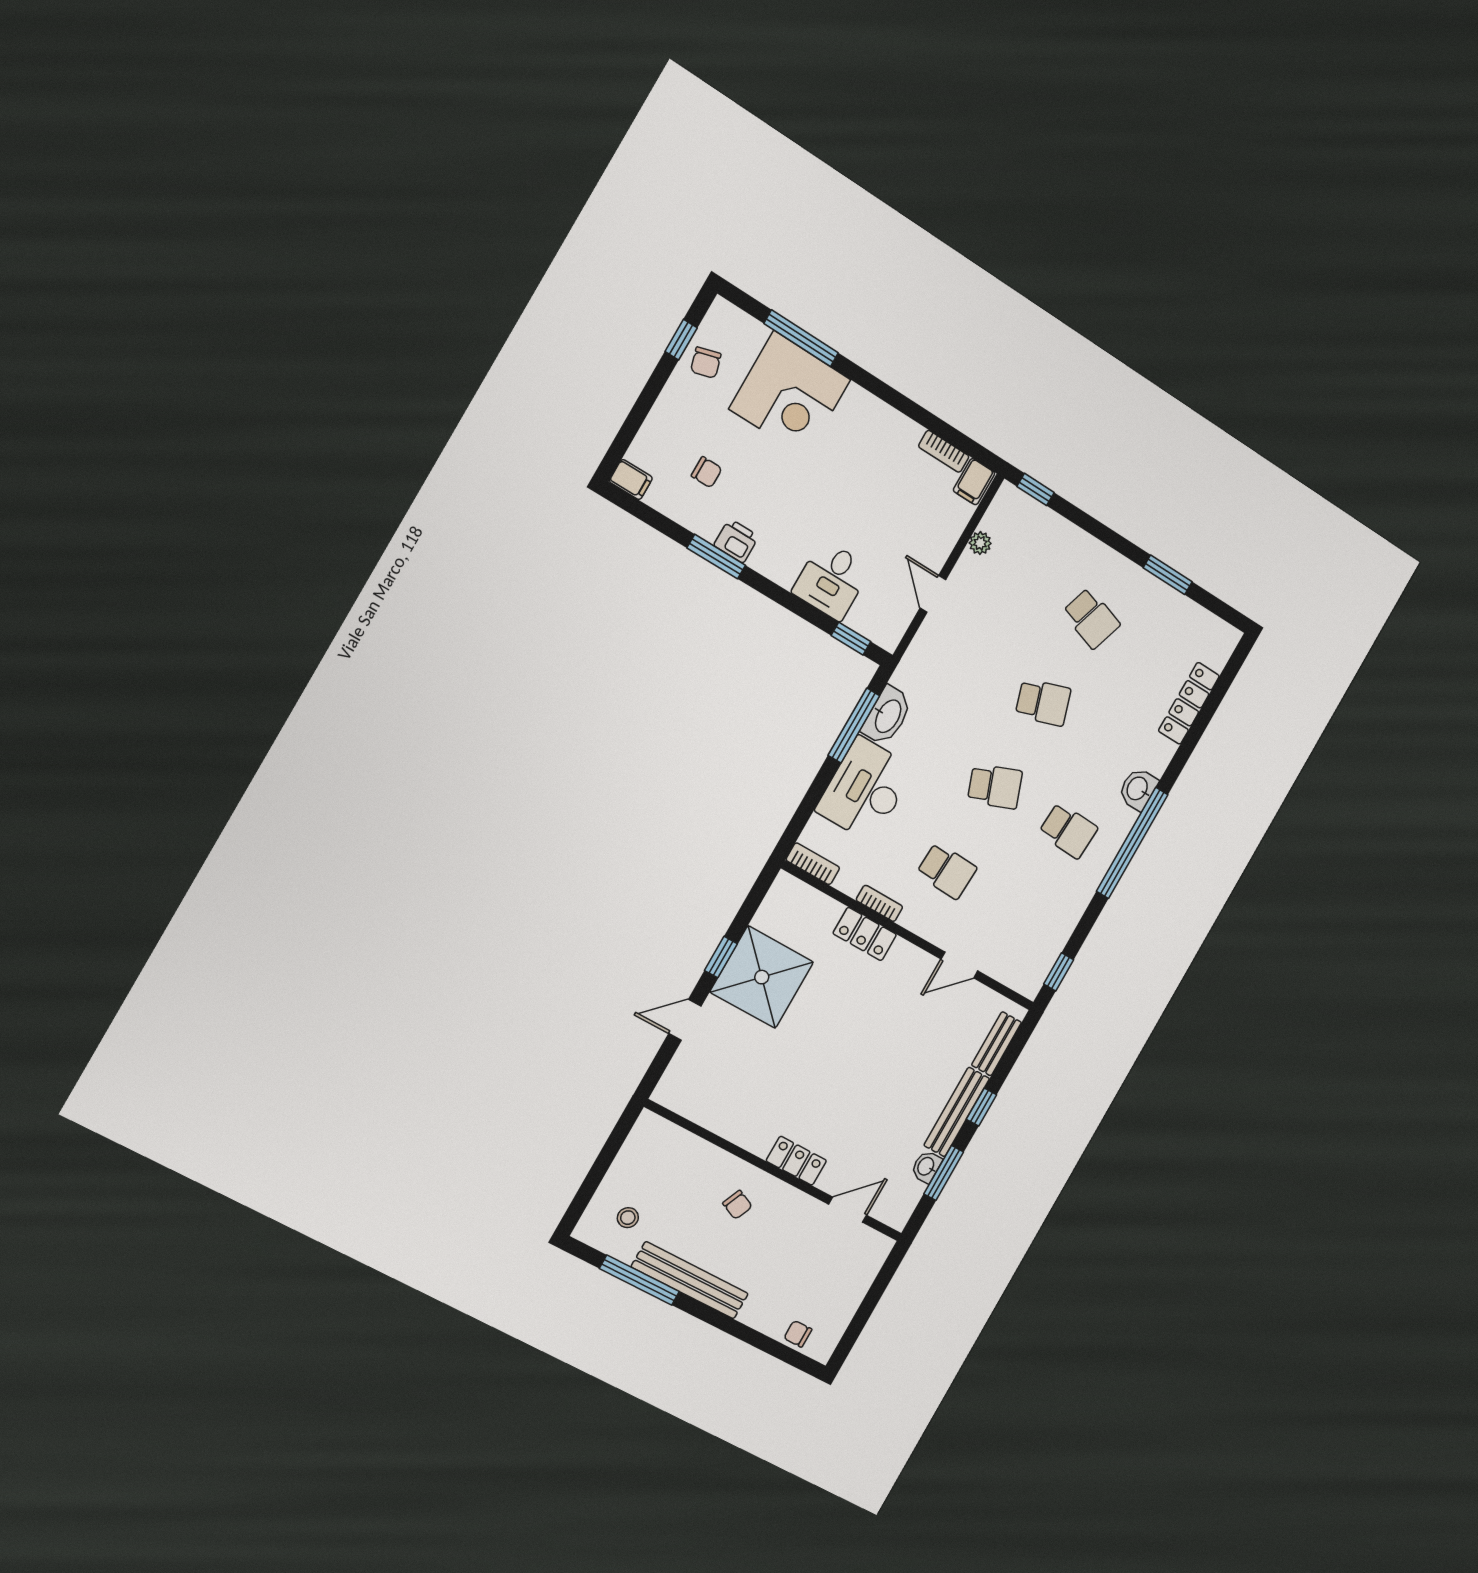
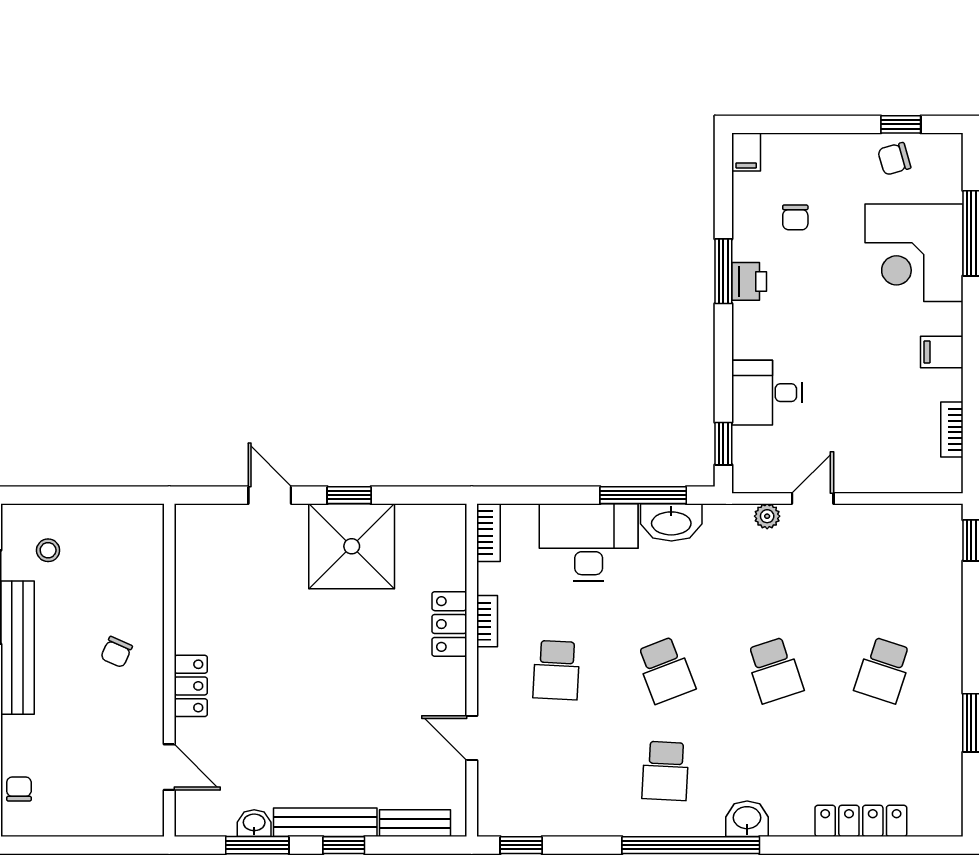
filing cabinet: (974, 482) -> (942, 352), moved
plant: (980, 543) -> (767, 516), moved

